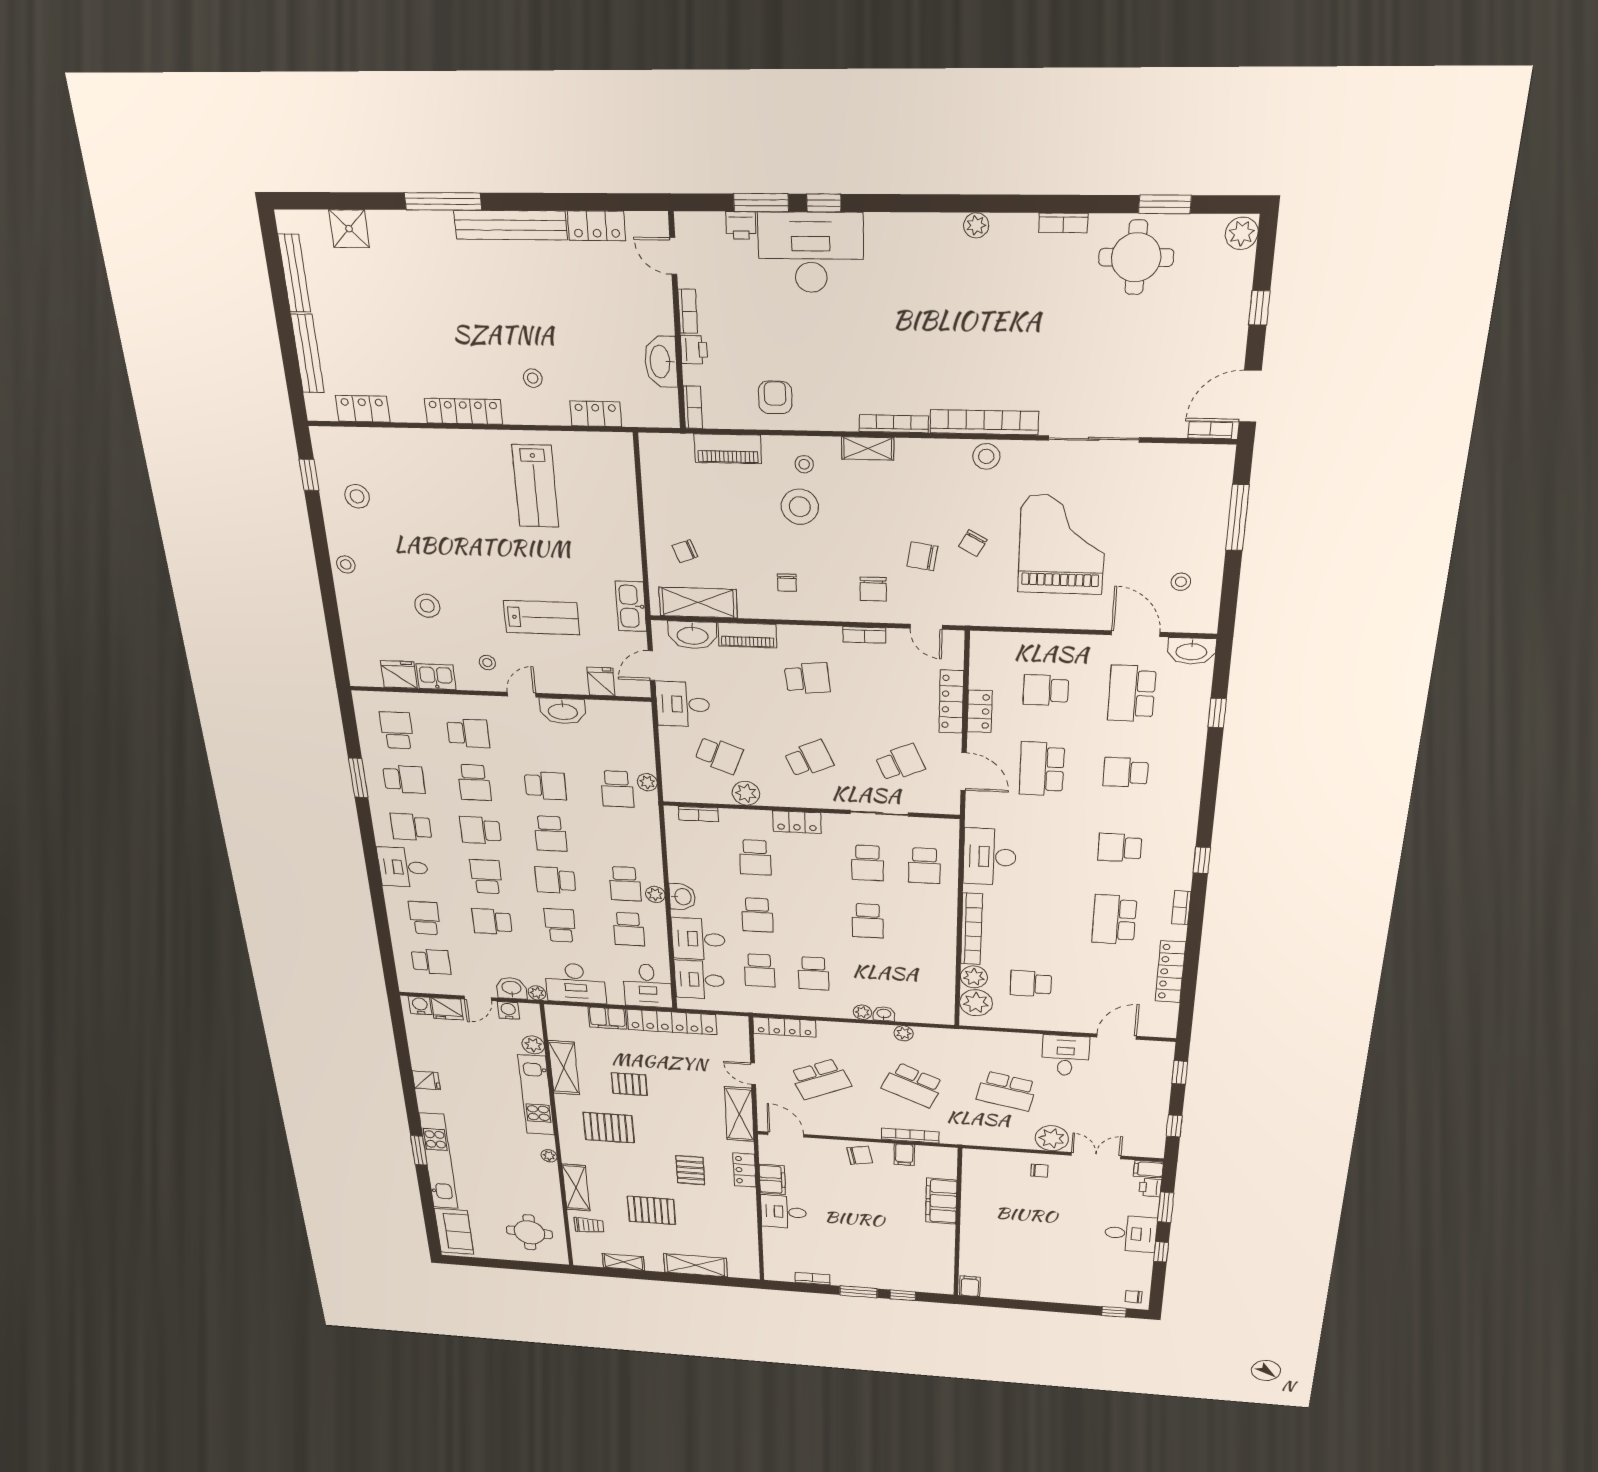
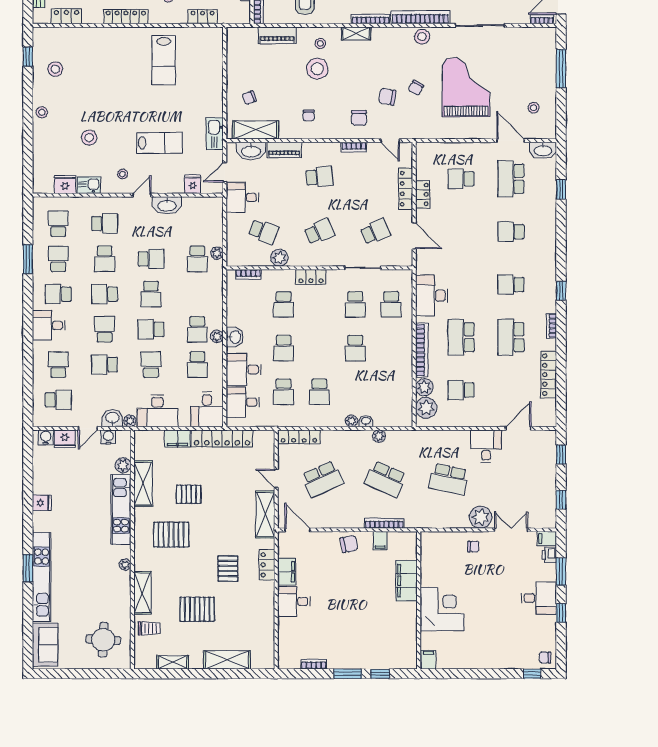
school desk: (1042, 769) -> (461, 337), moved
school desk: (404, 779) -> (58, 259), turned -90
corner desk: (991, 1235) -> (442, 609), added

